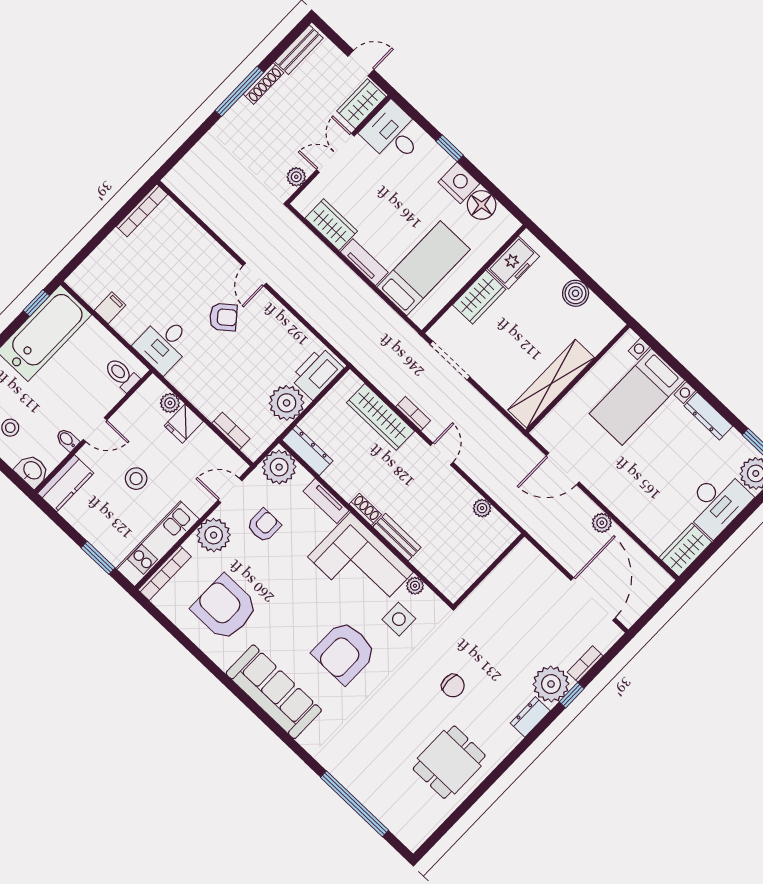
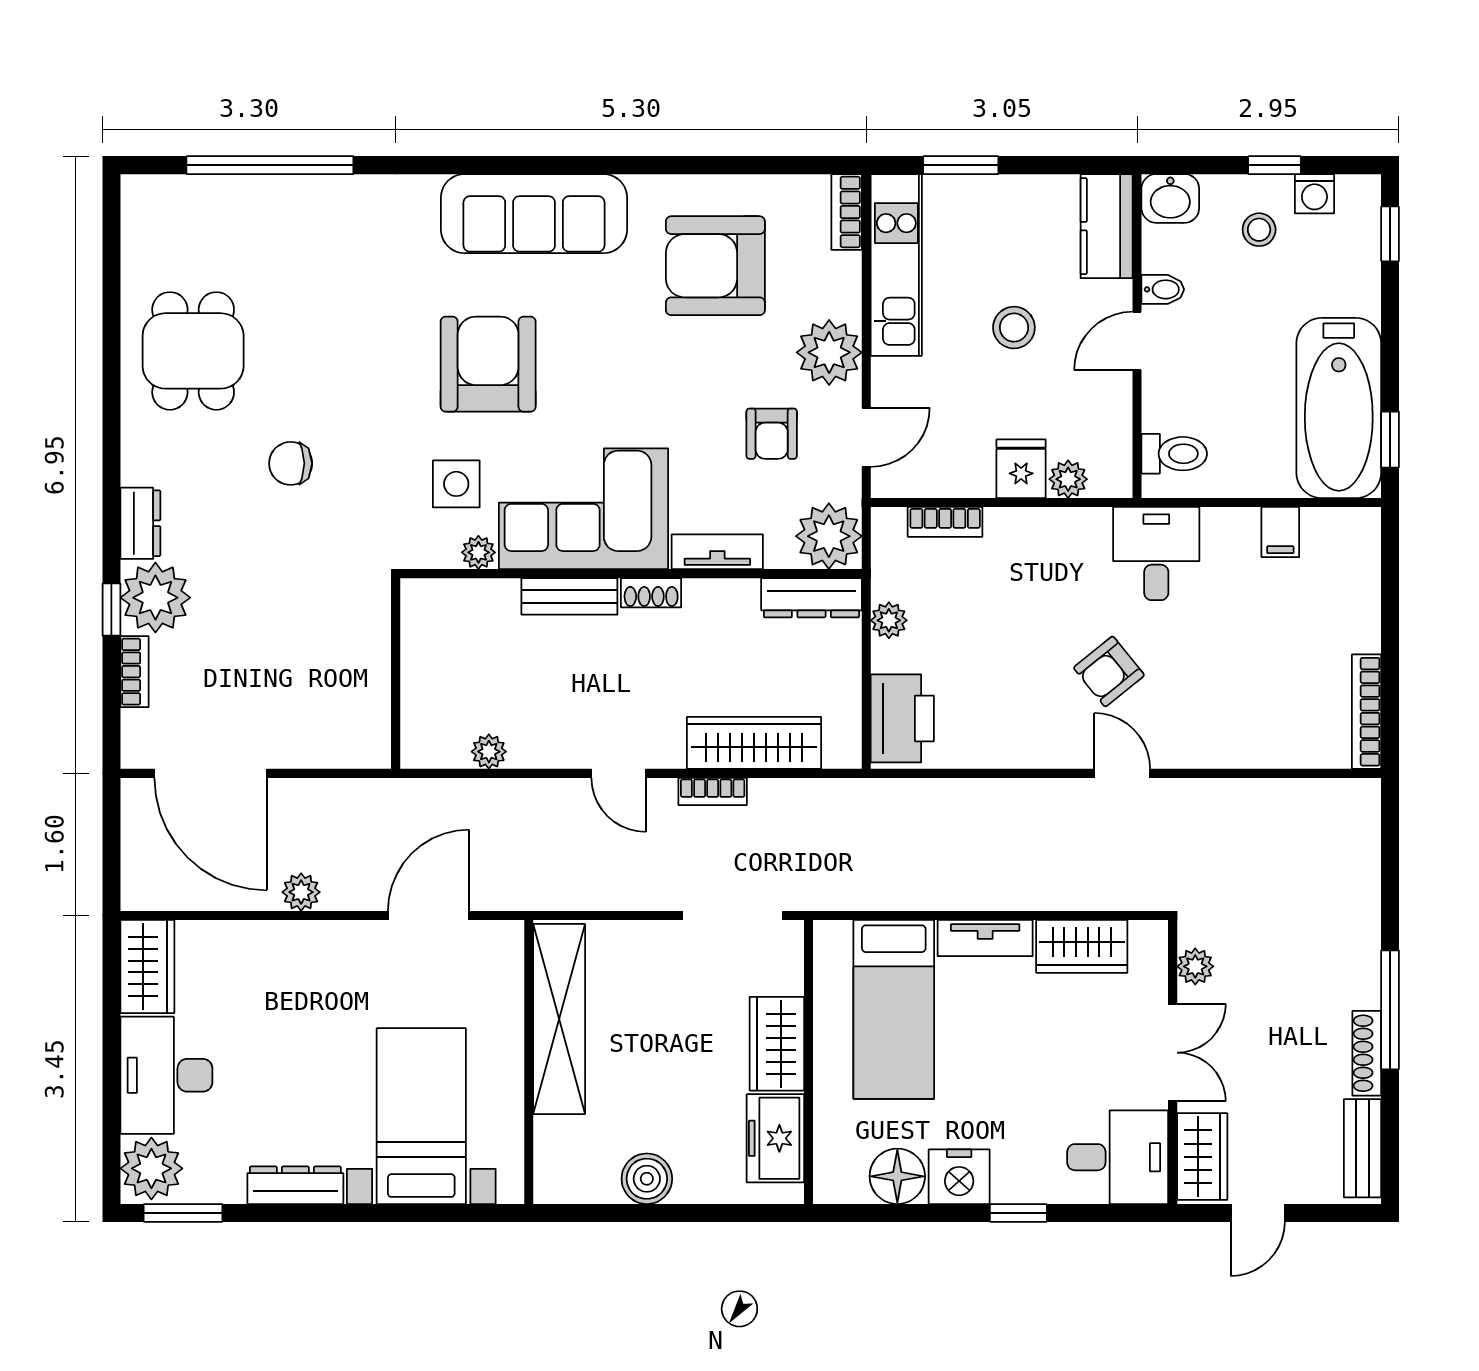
plant: (287, 403) -> (889, 620), width x0.53, depth x0.53
bookcase: (165, 573) -> (847, 212), width x0.64
armchair: (225, 608) -> (715, 266), turned 180

